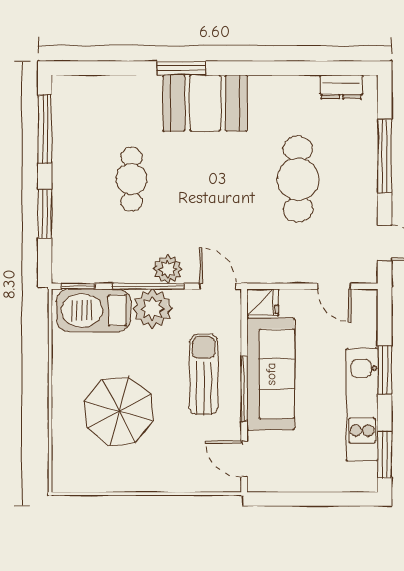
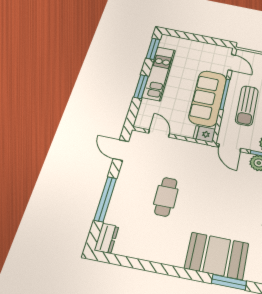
dresser: (341, 87) -> (107, 238), moved, turned 90
cafe table: (298, 179) -> (166, 197), width x0.73, depth x0.74

